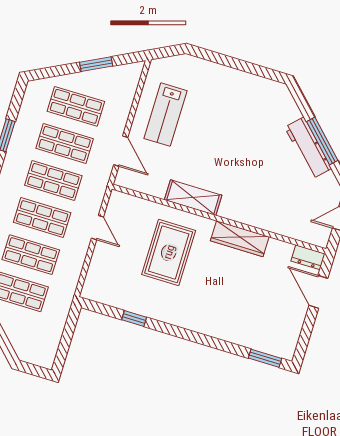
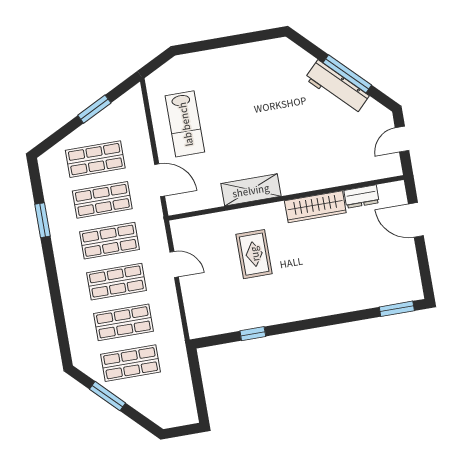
rug: (169, 252) -> (254, 254), width x0.73, depth x0.70
dresser: (308, 257) -> (362, 197), moved

